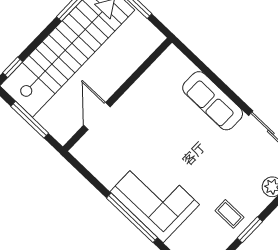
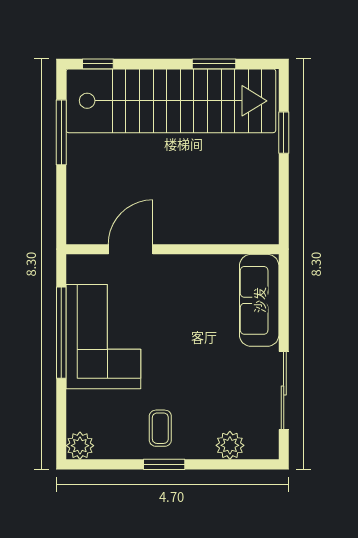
wall: (117, 95) -> (172, 249), moved
door: (97, 116) -> (131, 249), moved

